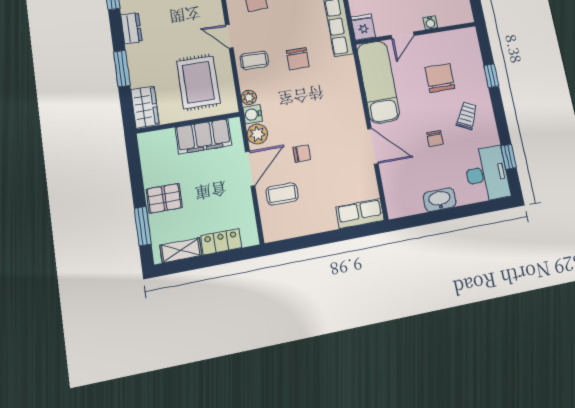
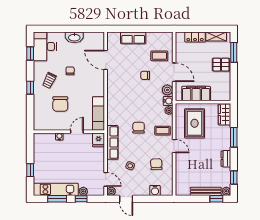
window: (491, 76) -> (30, 88), moved
exam couch: (378, 82) -> (99, 114), width x0.73, depth x0.69
door: (373, 146) -> (106, 60), moved
door: (250, 169) -> (174, 72), swing flipped
row of seats: (360, 214) -> (133, 38), moved

